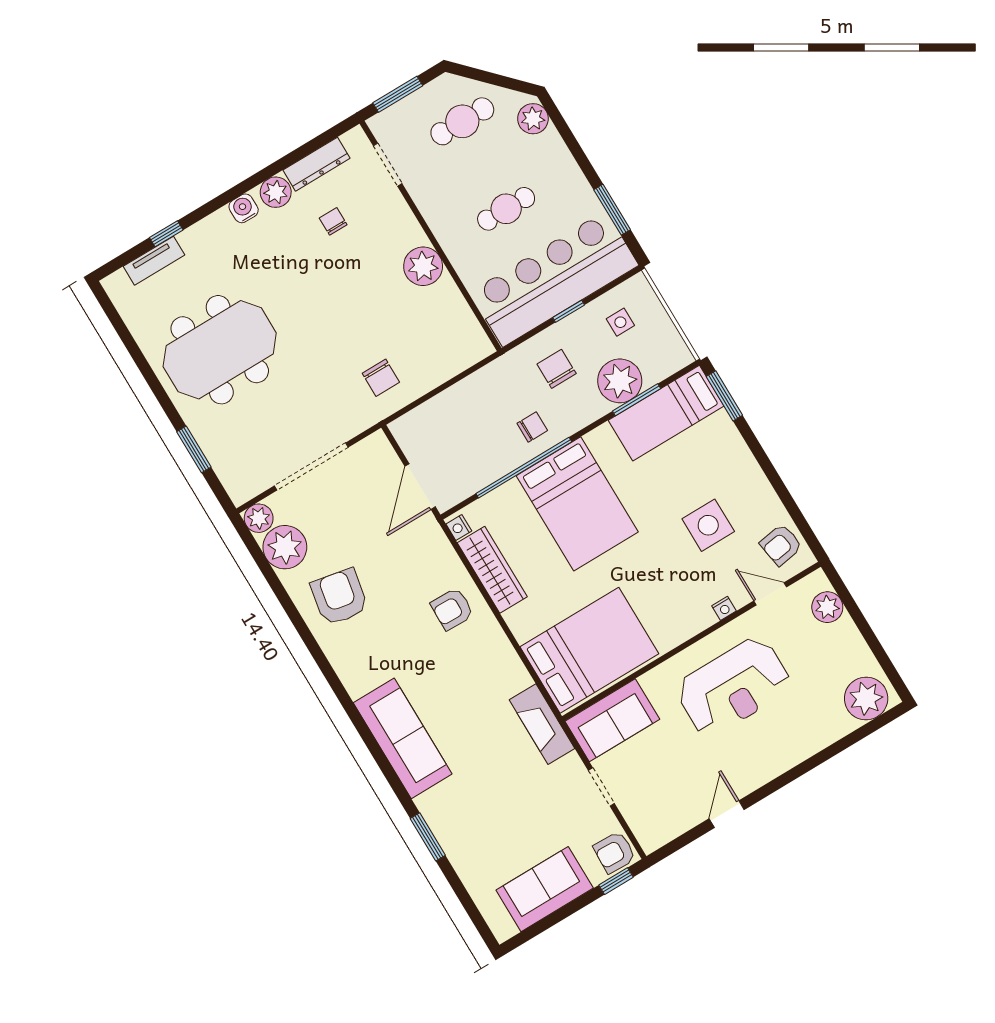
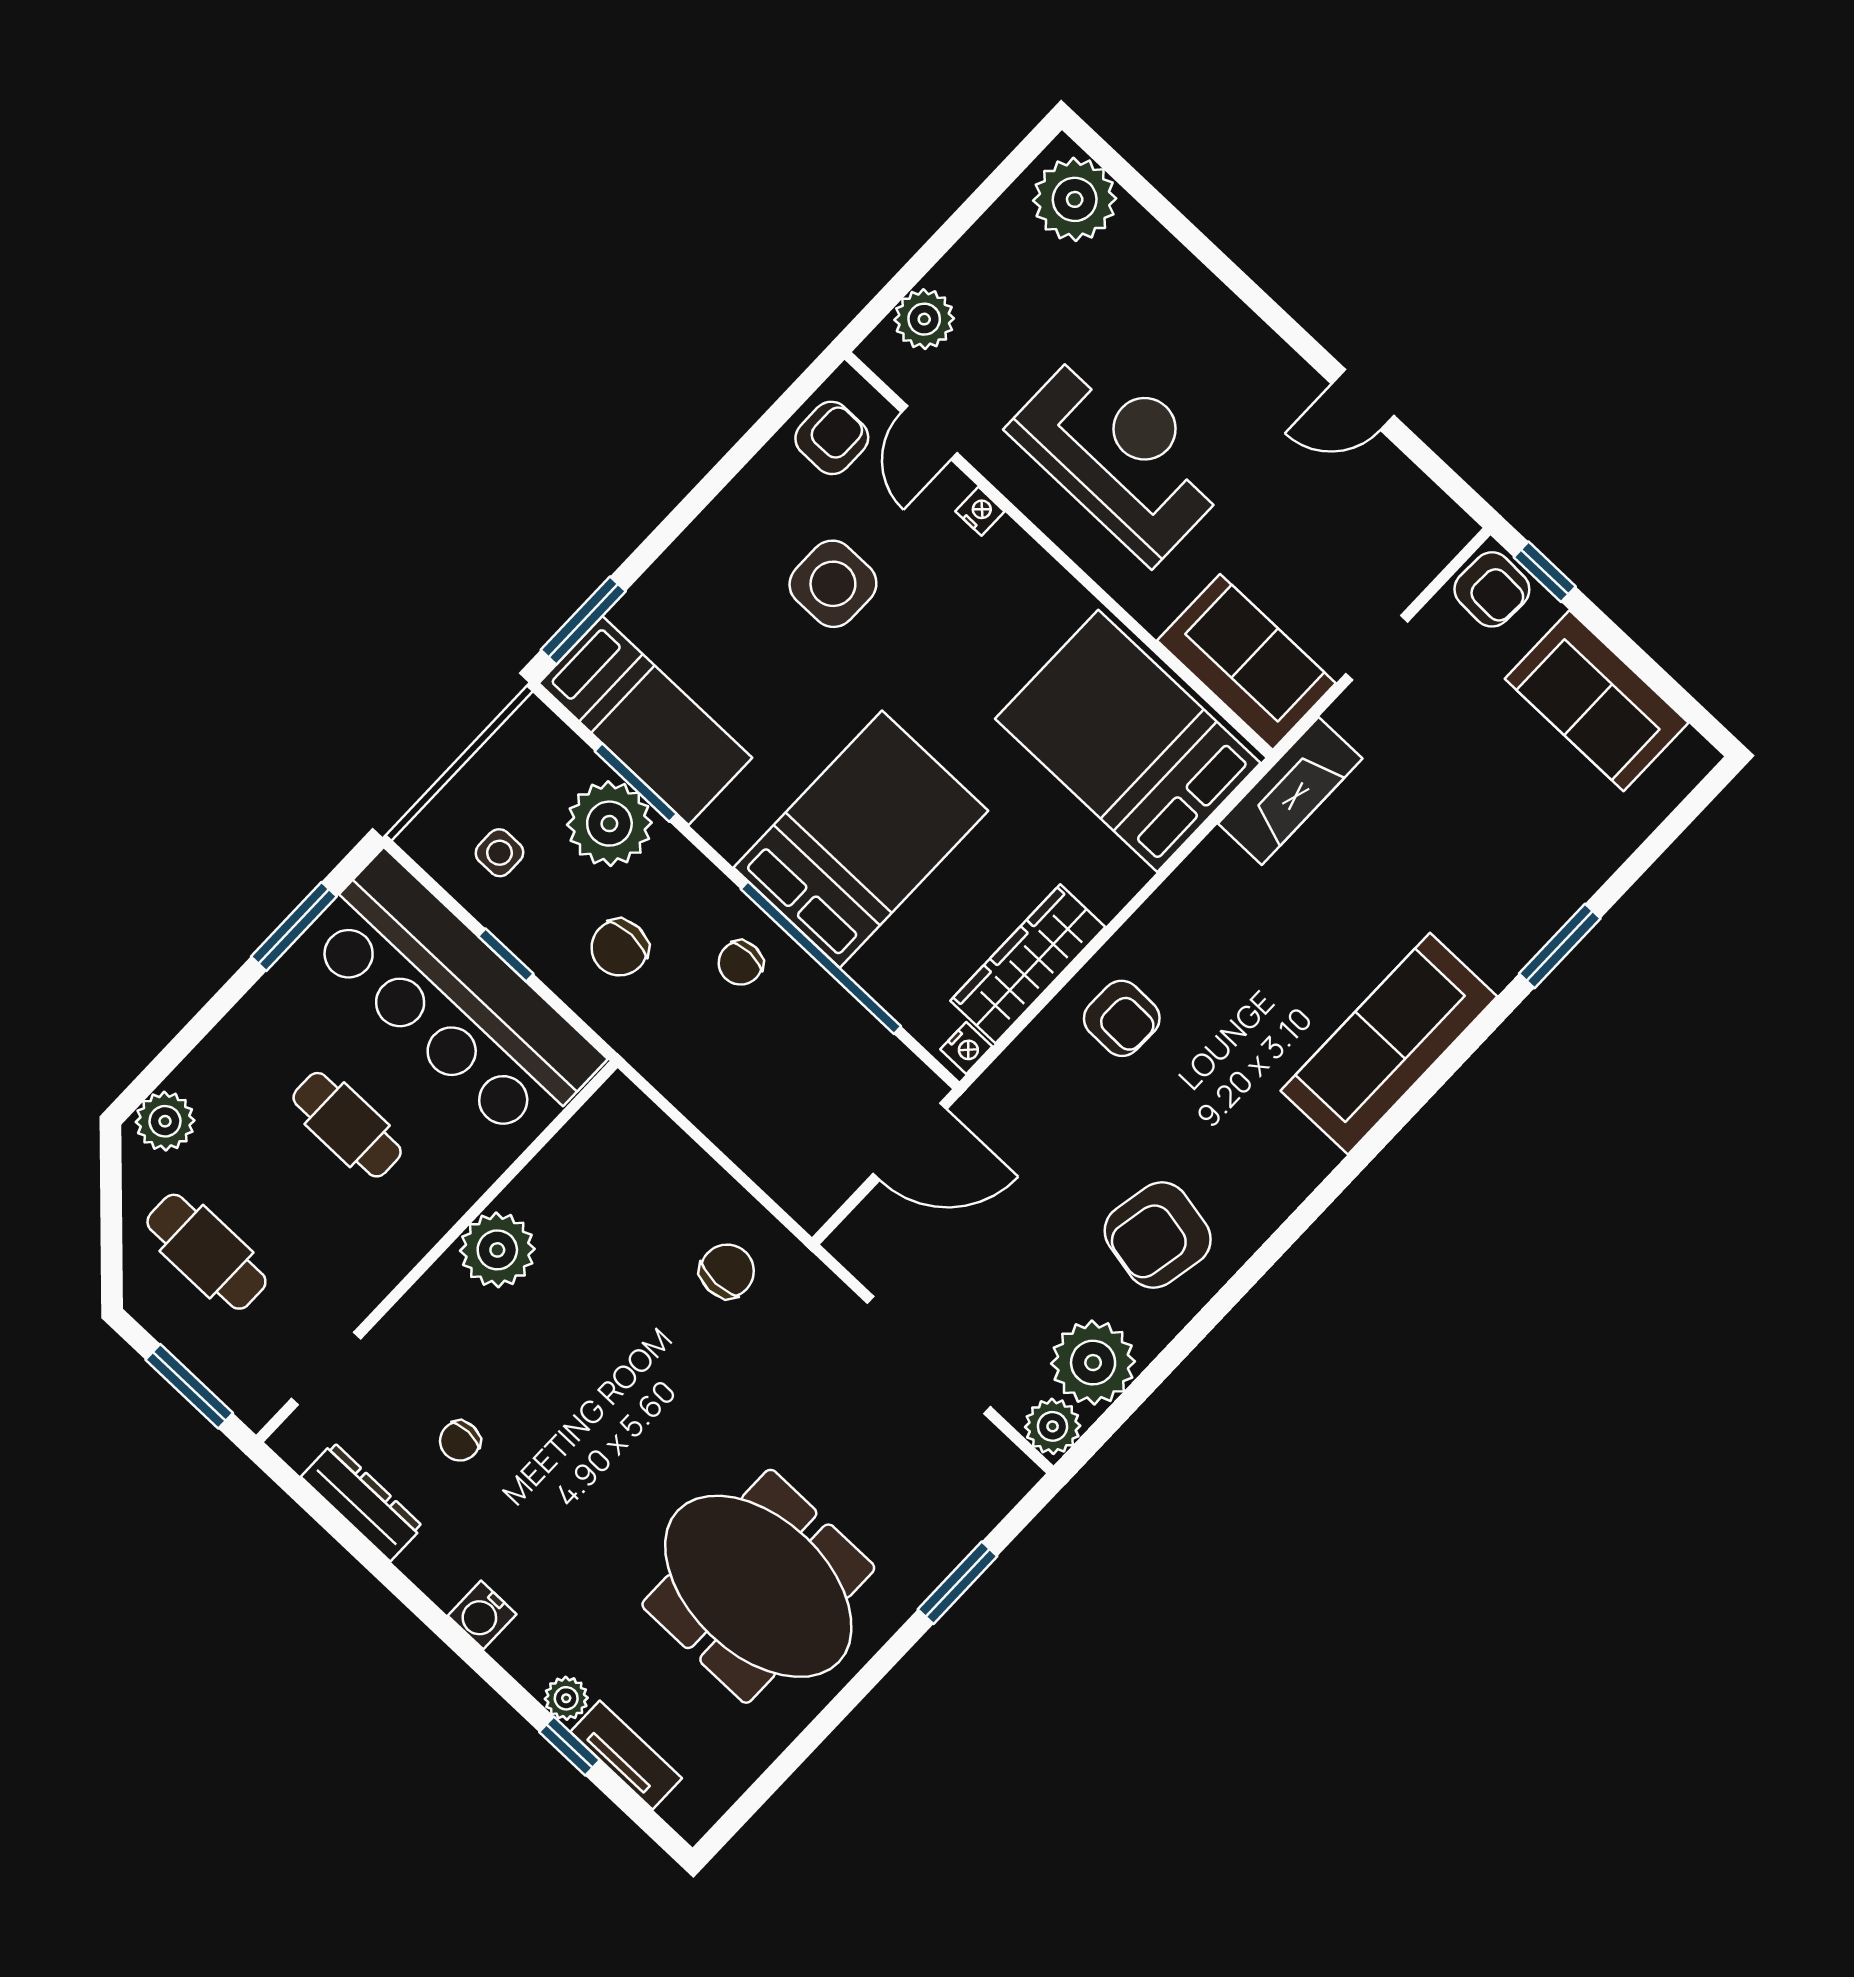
plant: (276, 192) -> (566, 1698), moved, width x0.73, depth x0.73
chair: (532, 427) -> (741, 963), turned -90
armchair: (781, 545) -> (832, 438), turned -81

